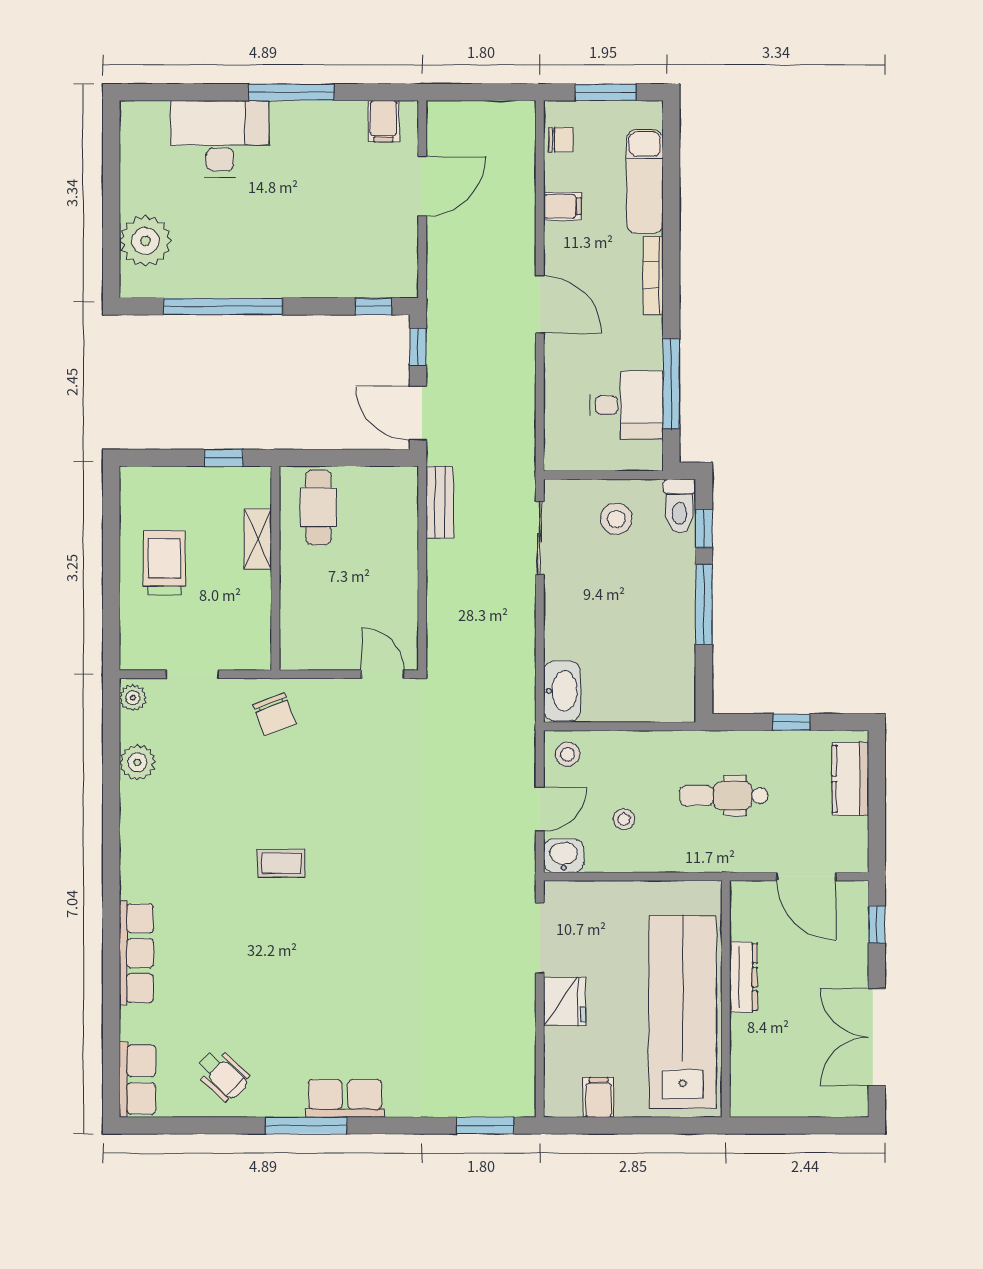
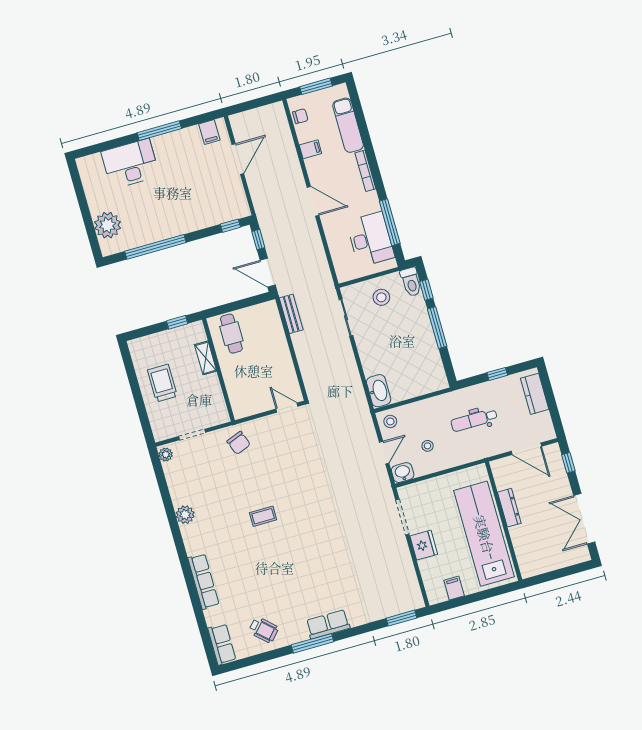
desk: (626, 405) -> (370, 239), width x1.37
plant: (137, 762) -> (185, 515), moved

